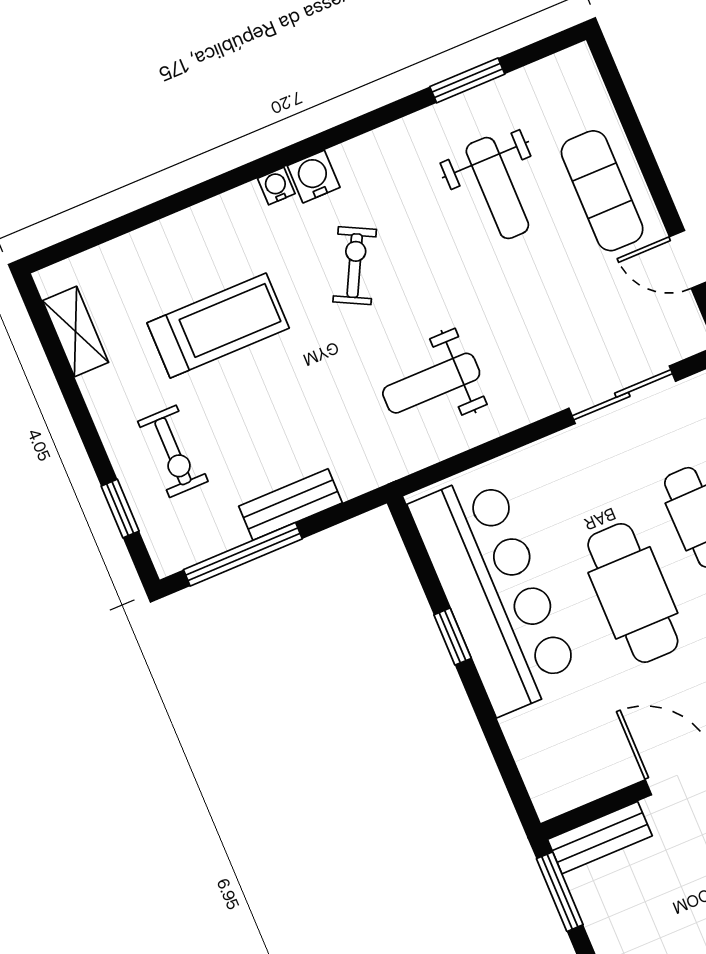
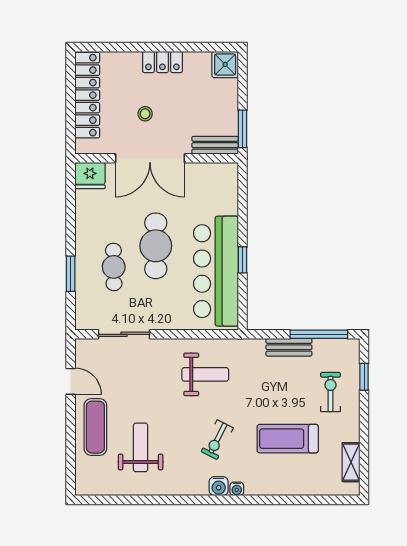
window: (467, 80) -> (134, 500), removed

